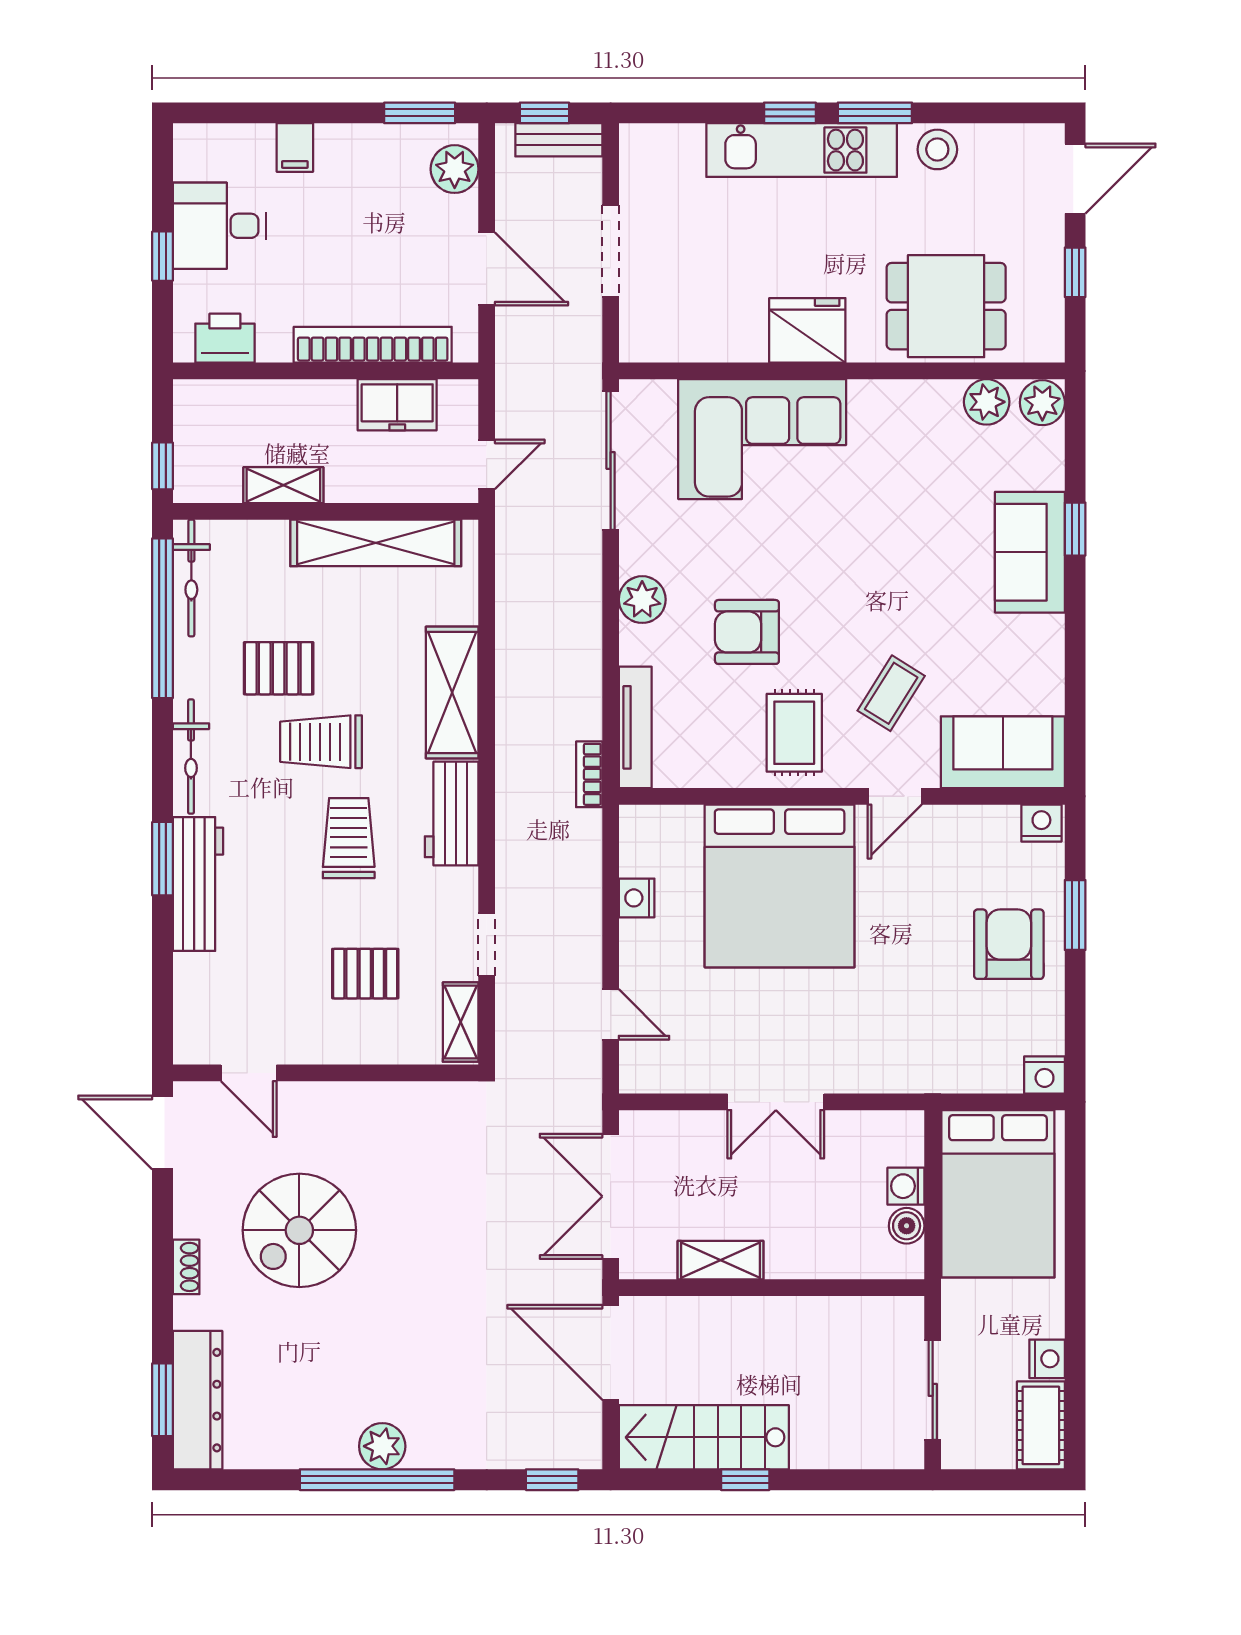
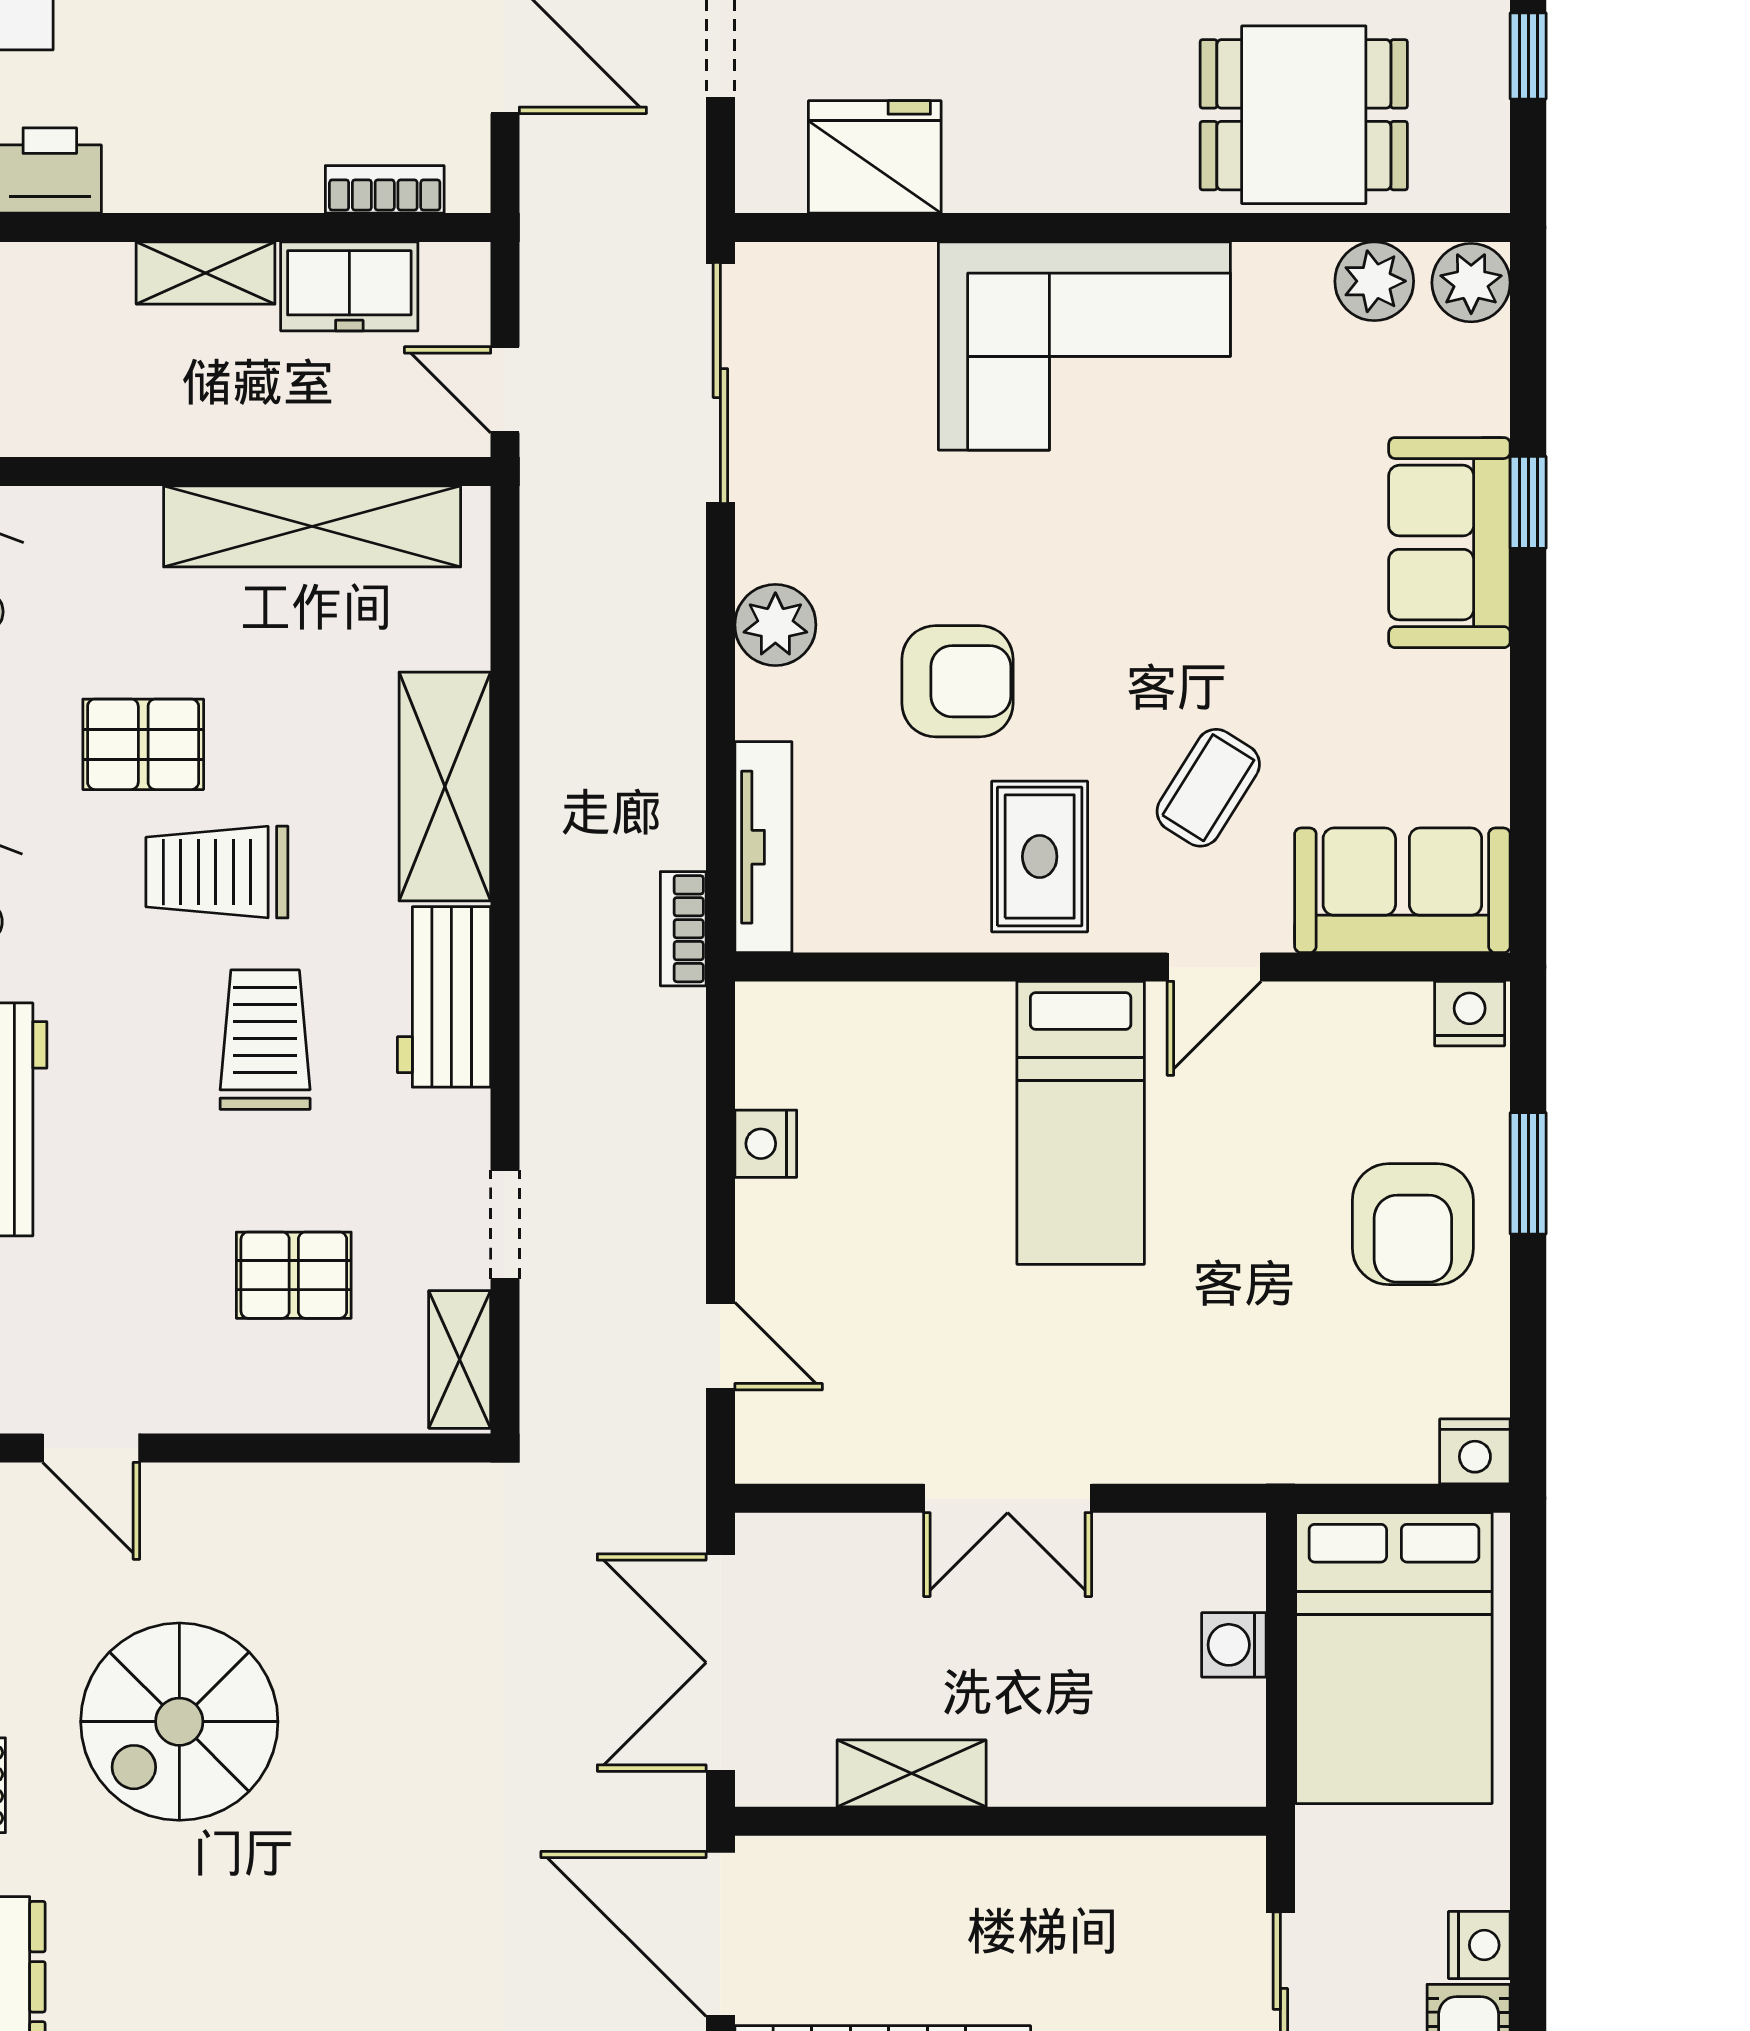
fridge: (807, 330) -> (875, 157), moved
bookcase: (373, 345) -> (385, 189), width x0.43, depth x0.76
corner sofa: (762, 439) -> (1084, 346), moved
door: (487, 464) -> (505, 390), swing flipped
shelving: (283, 485) -> (206, 273), moved
armchair: (747, 632) -> (957, 681), turned 180
bed: (780, 886) -> (1081, 1123), width x0.49
armchair: (1009, 944) -> (1413, 1224), turned 180
boiler: (907, 1226) -> (1235, 1714), removed

